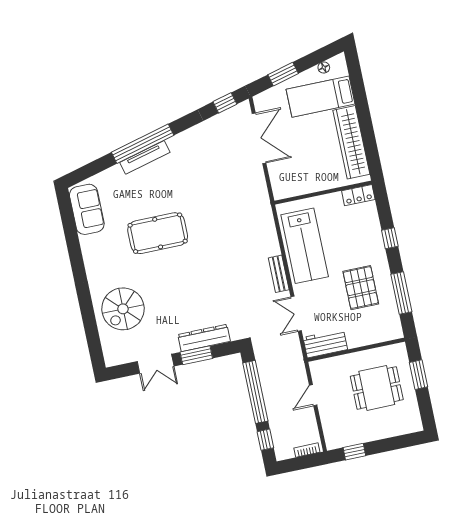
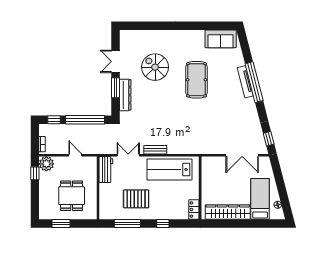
window: (283, 74) -> (279, 179), removed
spiral stairs: (123, 309) -> (155, 67), moved
window: (419, 375) -> (61, 223), moved
plant: (336, 437) -> (46, 164), added

